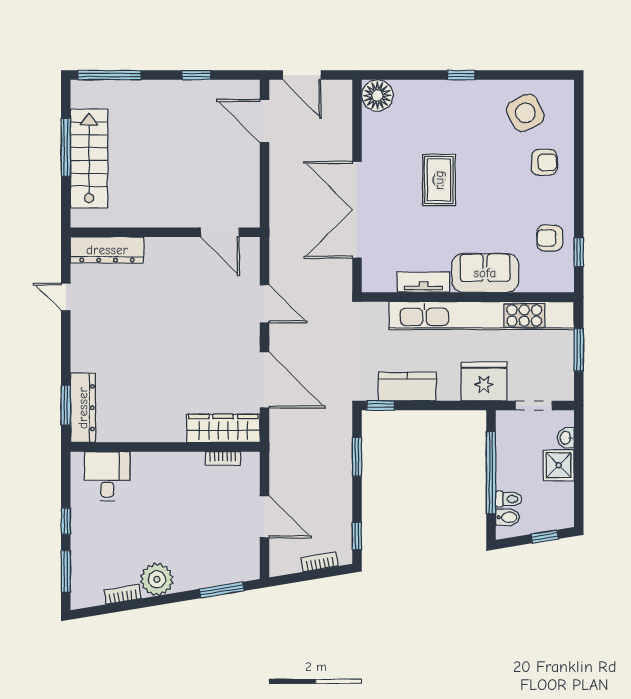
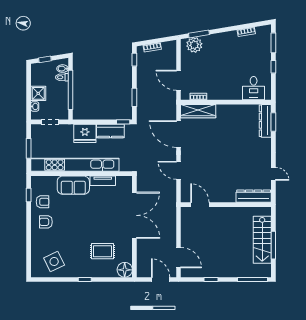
armchair: (544, 162) -> (46, 222), moved
rug: (439, 180) -> (103, 251), moved, turned 90
fridge: (484, 381) -> (85, 133), moved
door: (264, 517) -> (179, 80), moved
plant: (157, 579) -> (194, 45), moved

